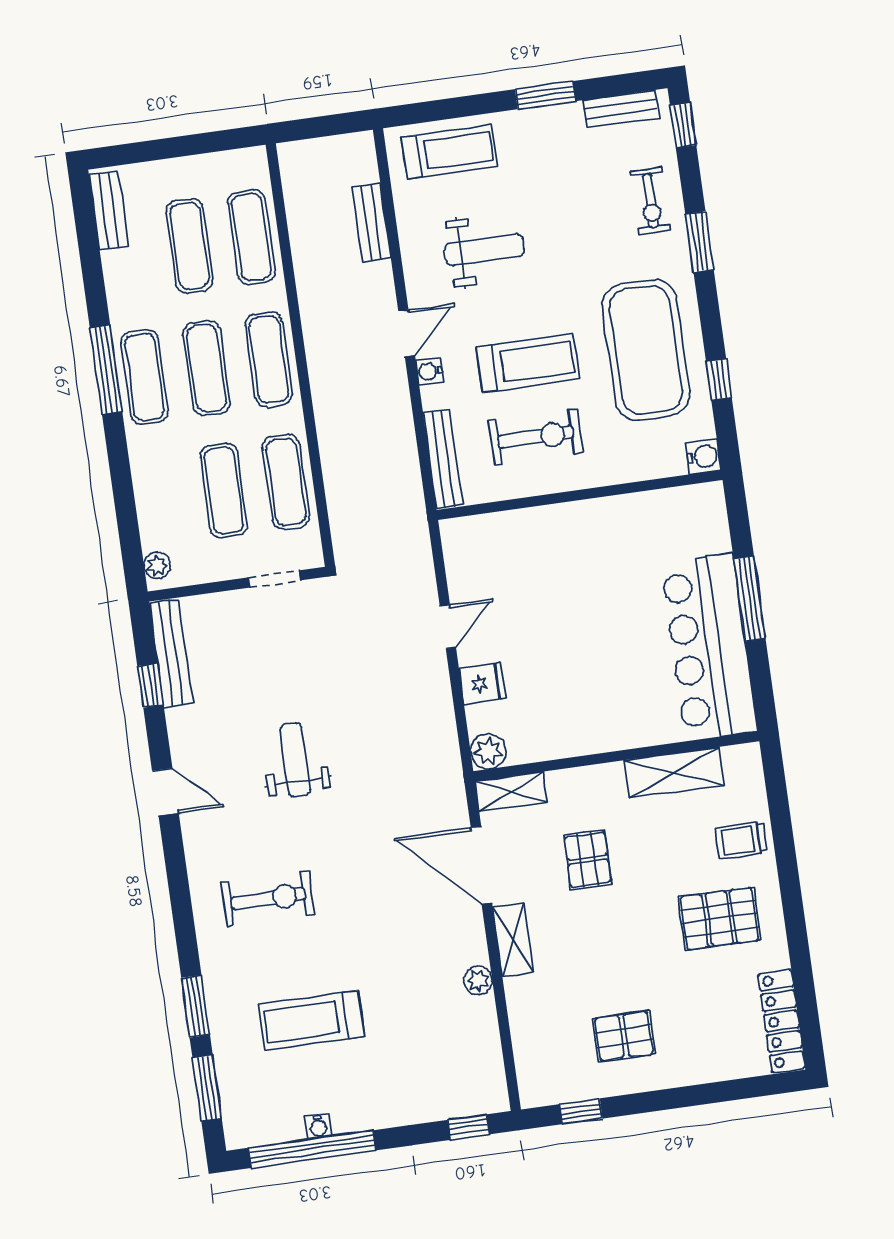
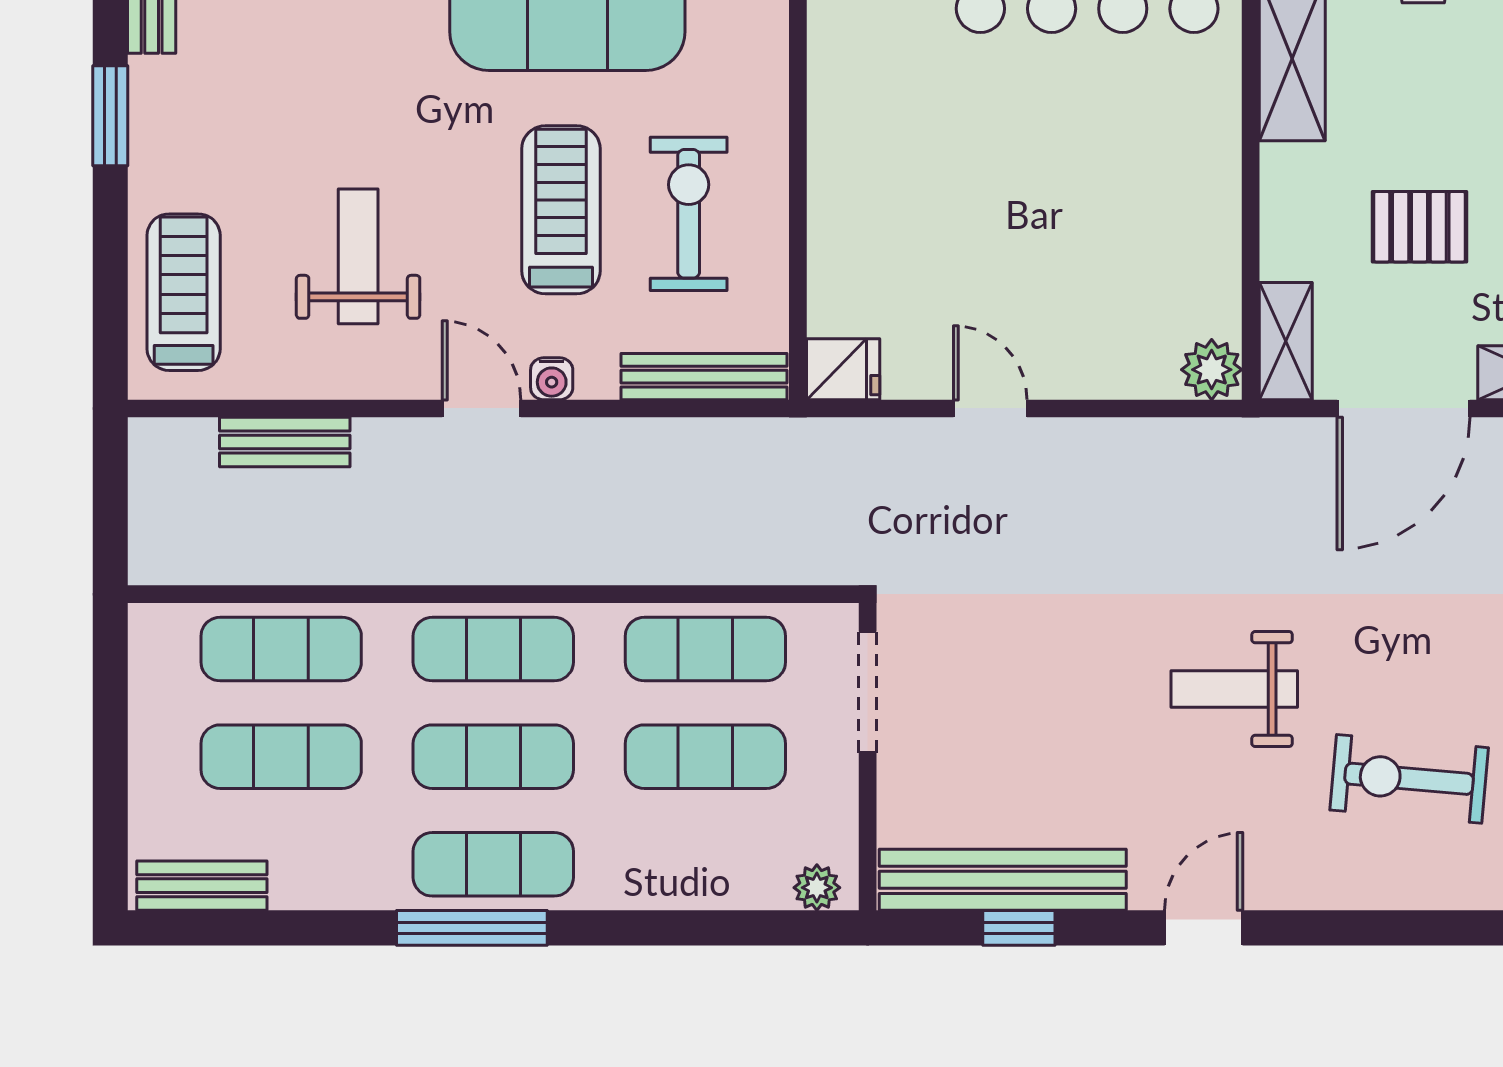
doorway: (274, 579) -> (868, 692), width x1.38
bench: (171, 653) -> (1003, 880), width x1.37, depth x1.21
fridge: (482, 683) -> (843, 369), moved, turned 90
weight bench: (295, 760) -> (1234, 689), moved
exercise bike: (268, 898) -> (1409, 779), turned -85

